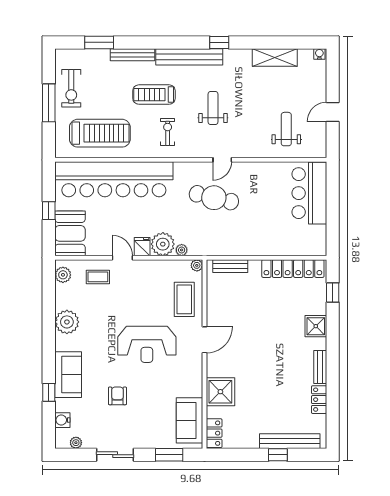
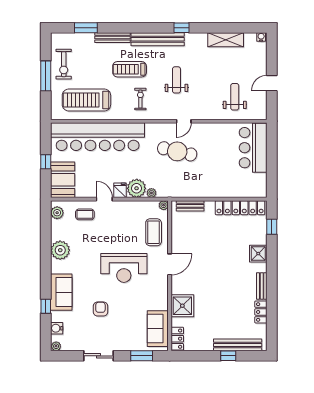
treadmill: (100, 133) -> (86, 100), turned 180
plant: (76, 443) -> (56, 346), moved

